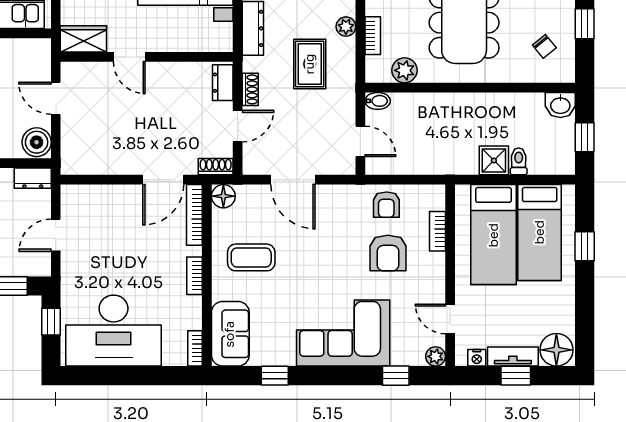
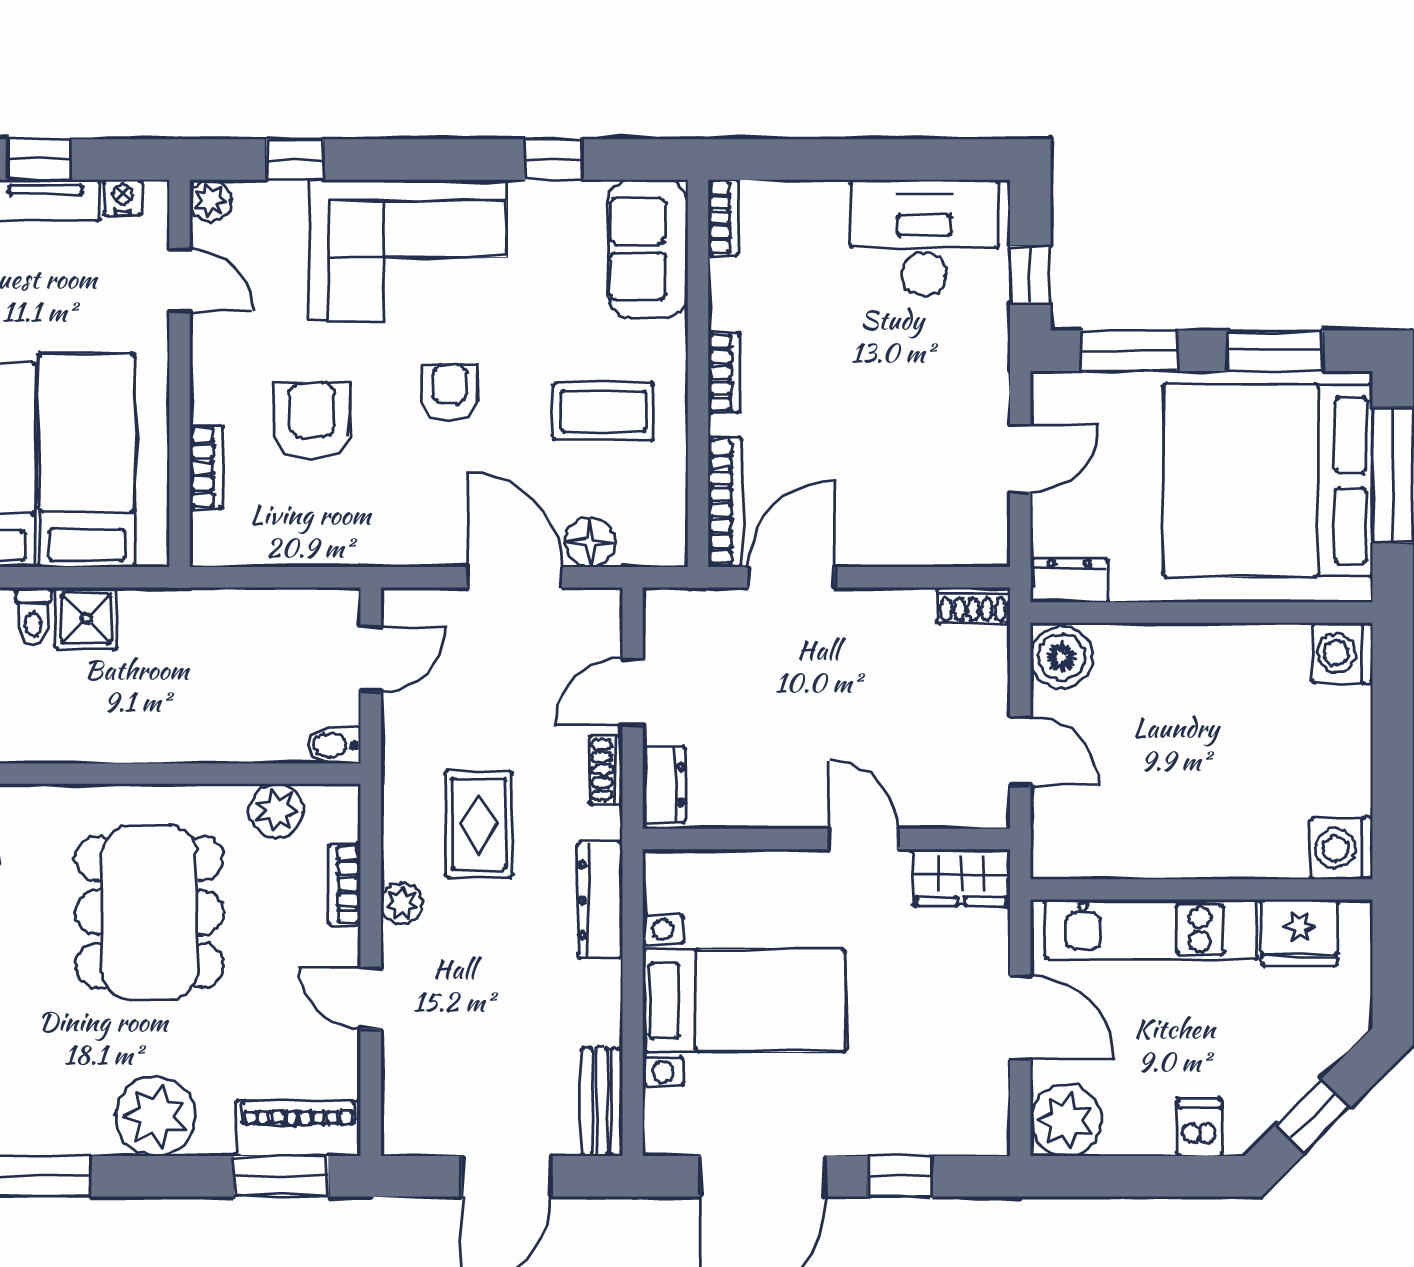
door: (360, 141) -> (371, 659), swing flipped
shoe rack: (216, 167) -> (973, 605), moved
floor lamp: (223, 196) -> (590, 542), moved
armchair: (386, 205) -> (450, 392), moved
desk: (114, 331) -> (924, 238), width x0.73, depth x0.77

